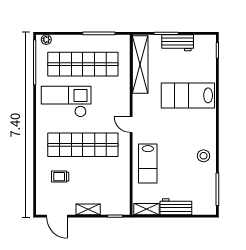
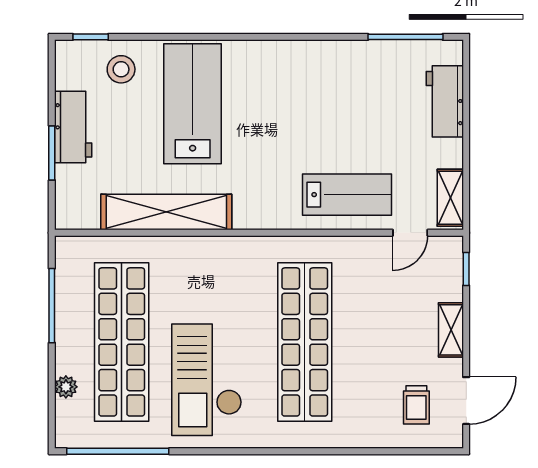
plant: (46, 40) -> (66, 387), moved
shelving: (140, 65) -> (166, 212), moved
lab bench: (188, 95) -> (193, 104), turned 180
door: (131, 125) -> (410, 233), moved
stool: (204, 156) -> (121, 69), moved
trolley: (60, 177) -> (416, 405), moved
workbench: (176, 207) -> (445, 101), moved

